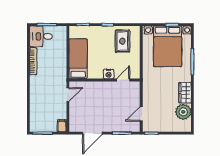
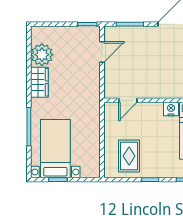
bed with nightstands: (168, 46) -> (55, 149), width x0.73
nightstand: (109, 74) -> (171, 109), moved

